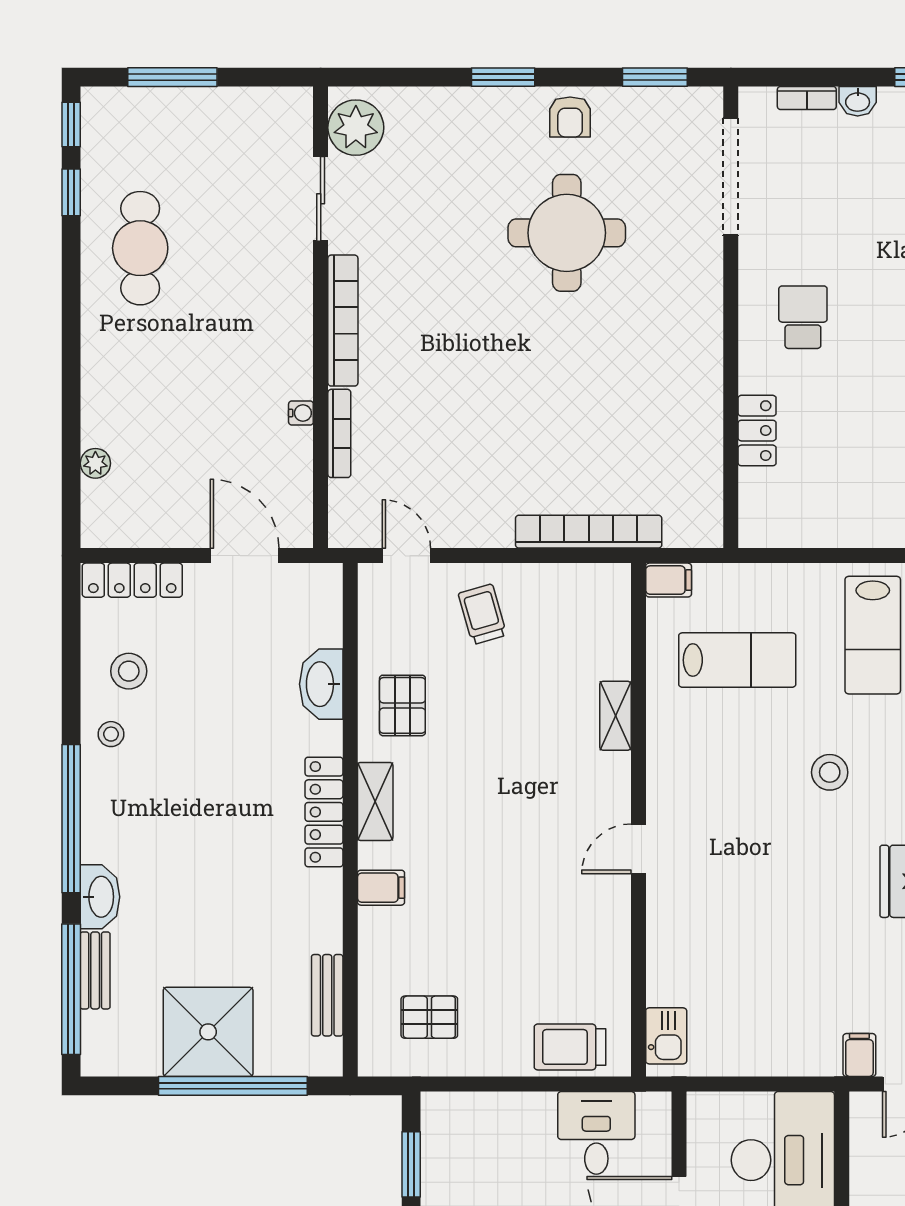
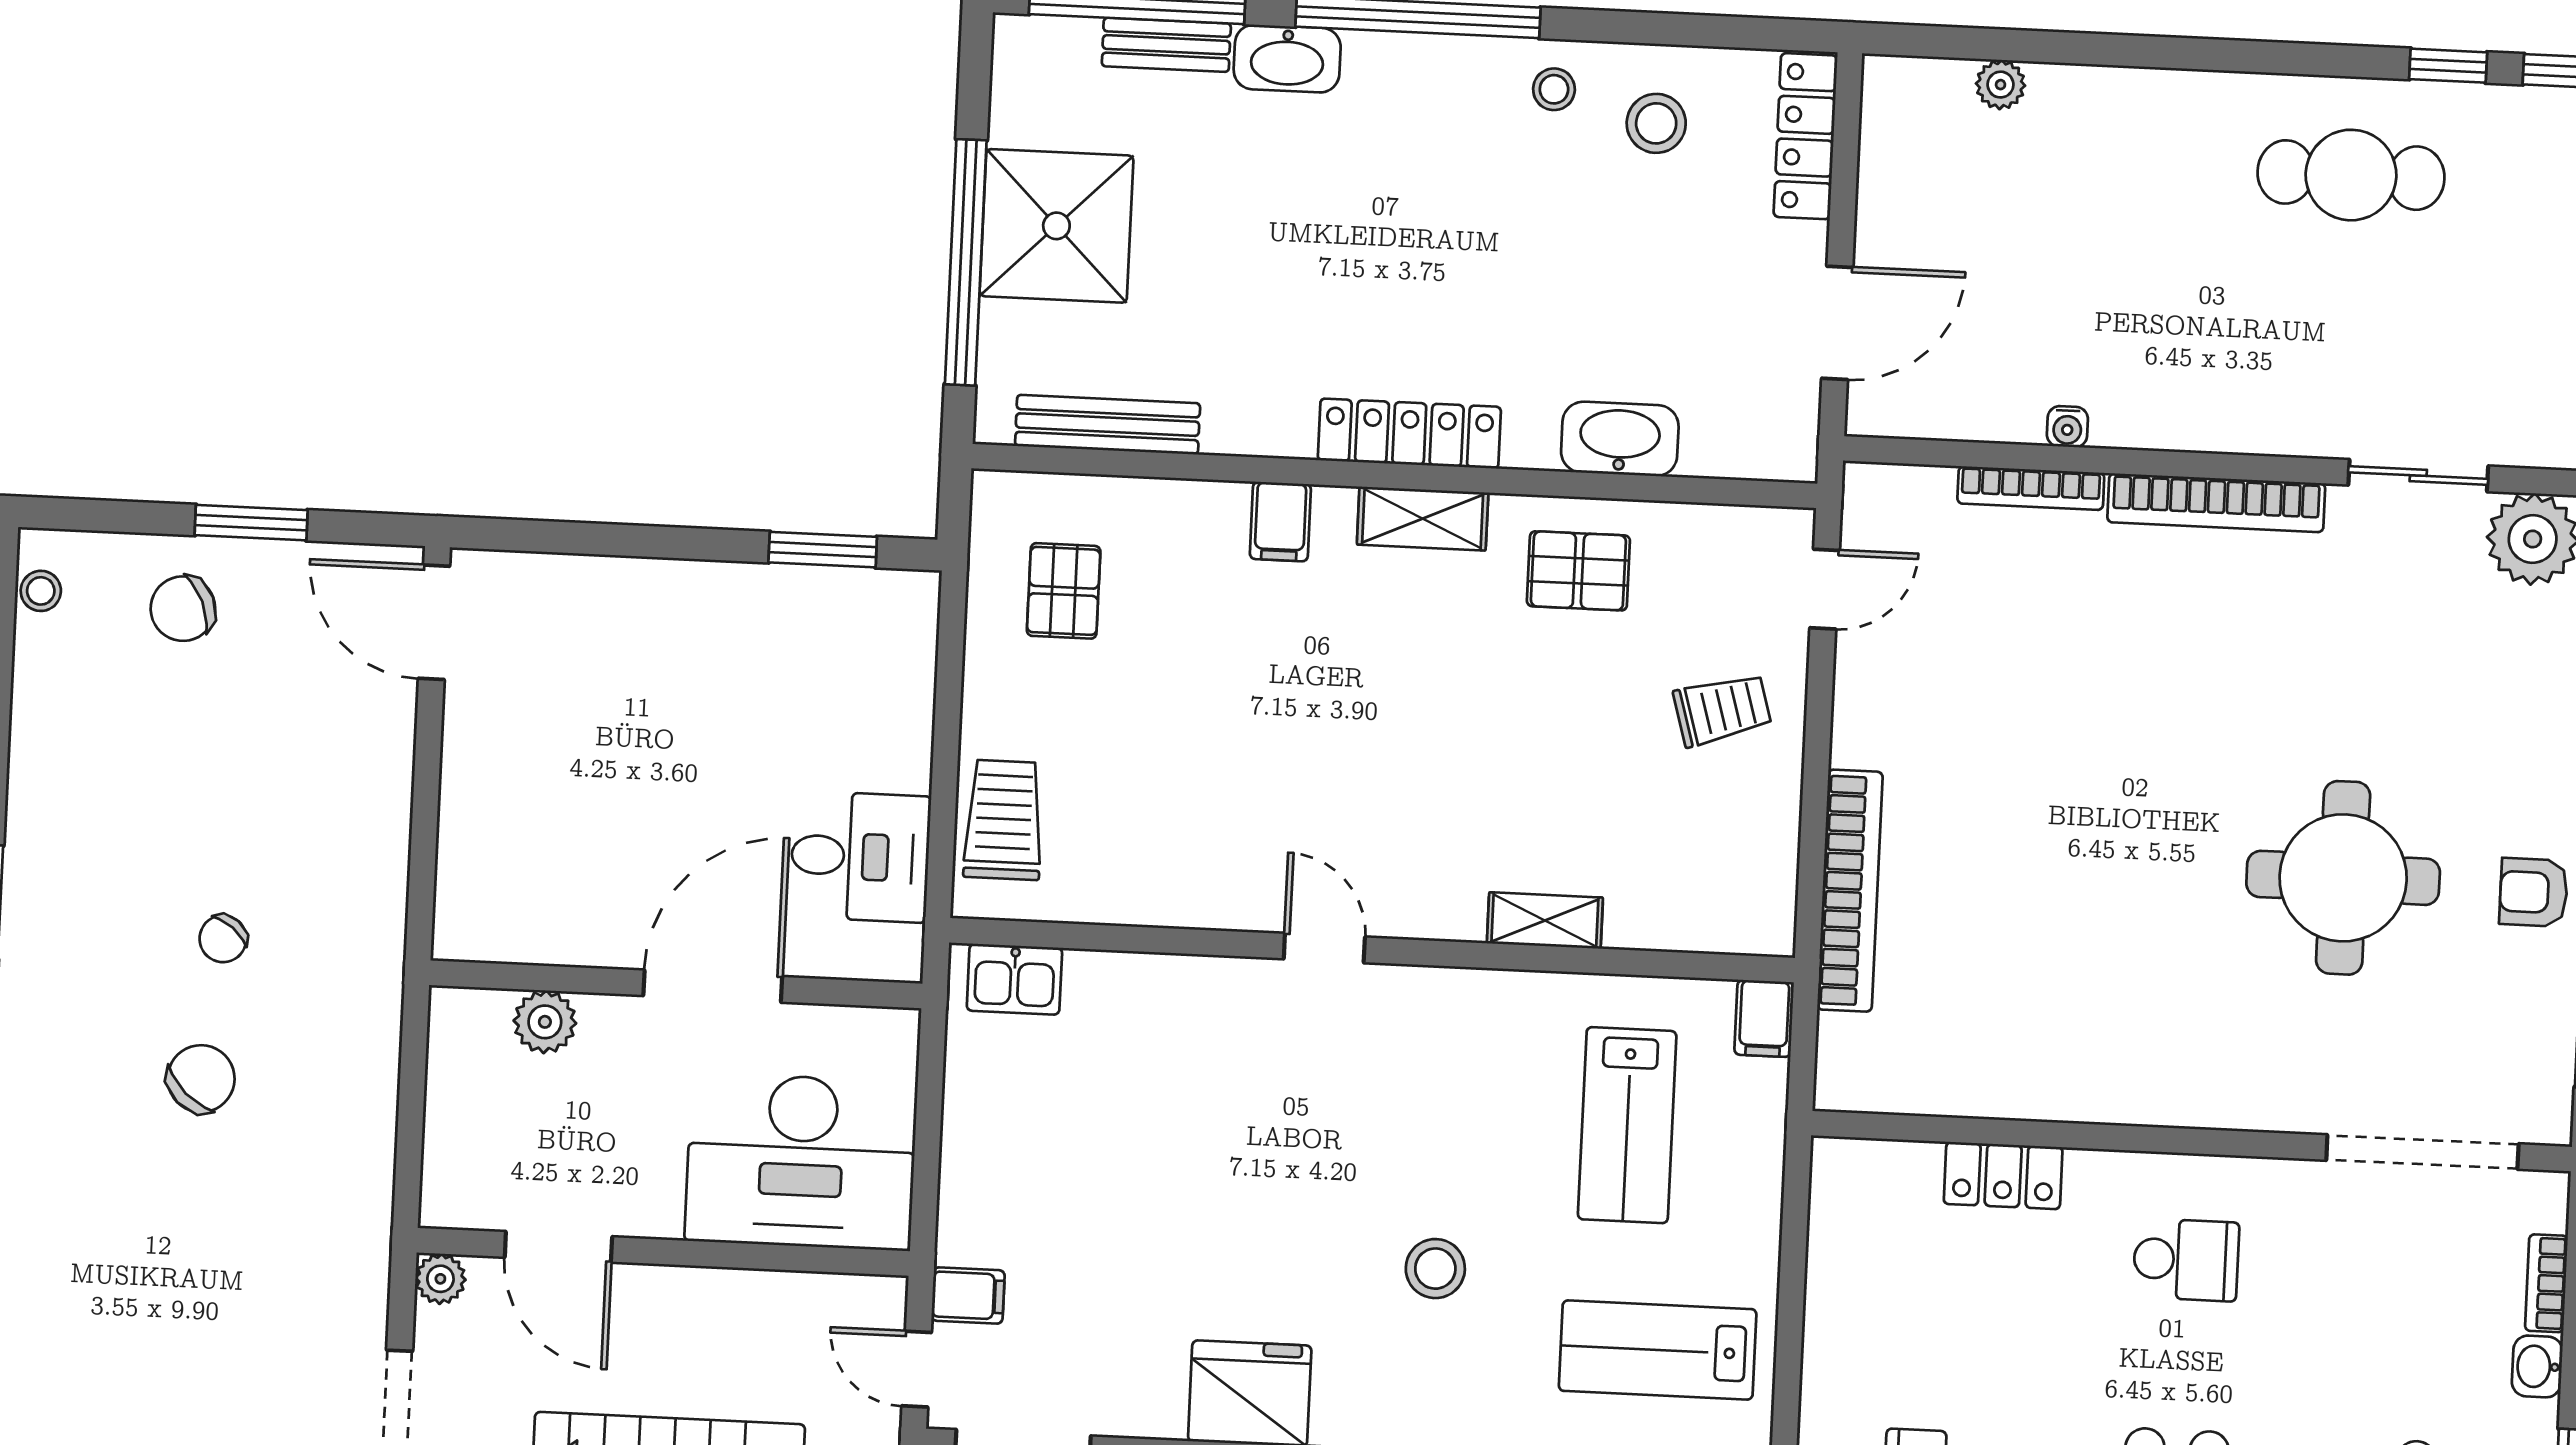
bench: (327, 995) -> (1108, 425), width x1.36

